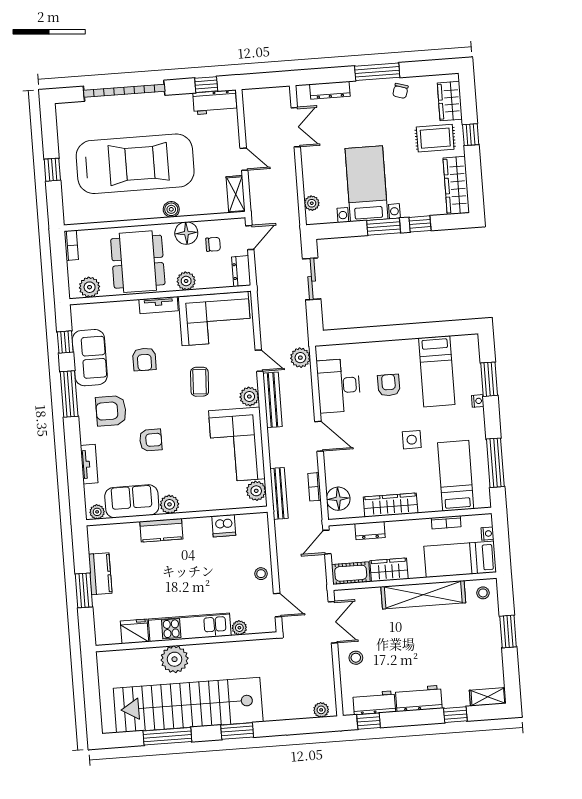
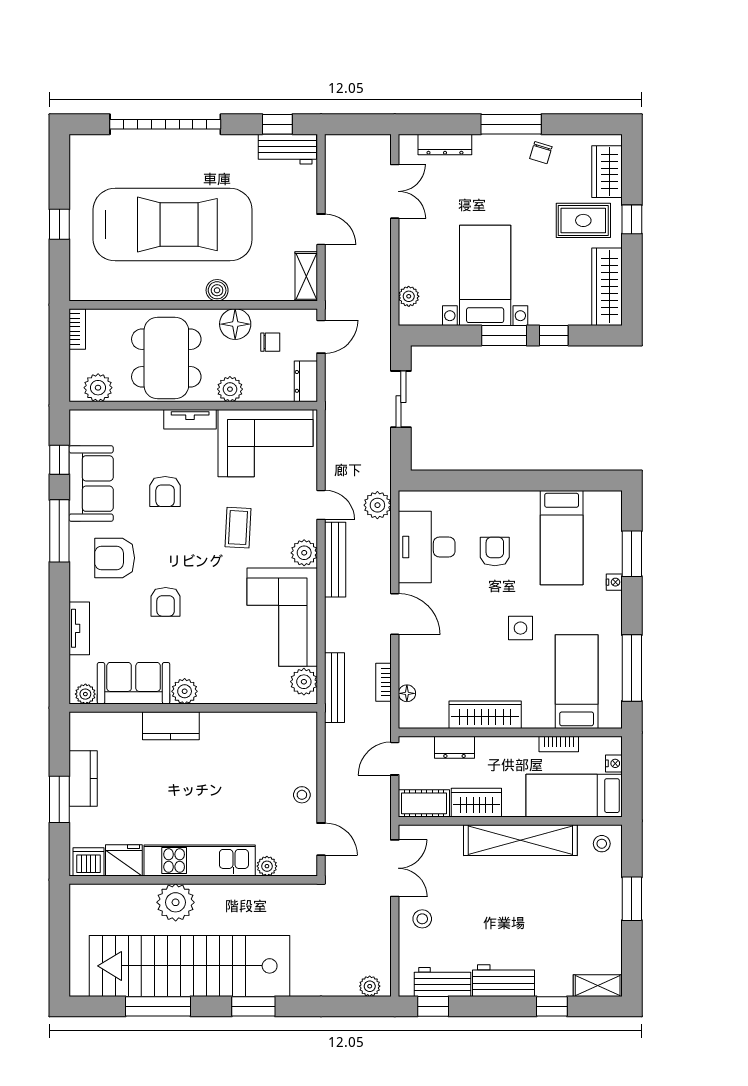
armchair: (151, 440) -> (166, 602), turned 90
floor lamp: (338, 499) -> (407, 693), width x0.53, depth x0.53
dishwasher: (224, 526) -> (88, 862), moved, turned 180

